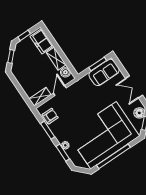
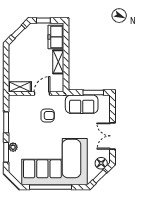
boiler: (65, 72) -> (58, 80), removed
sofa: (104, 72) -> (82, 104), moved
armchair: (50, 116) -> (48, 116), moved

